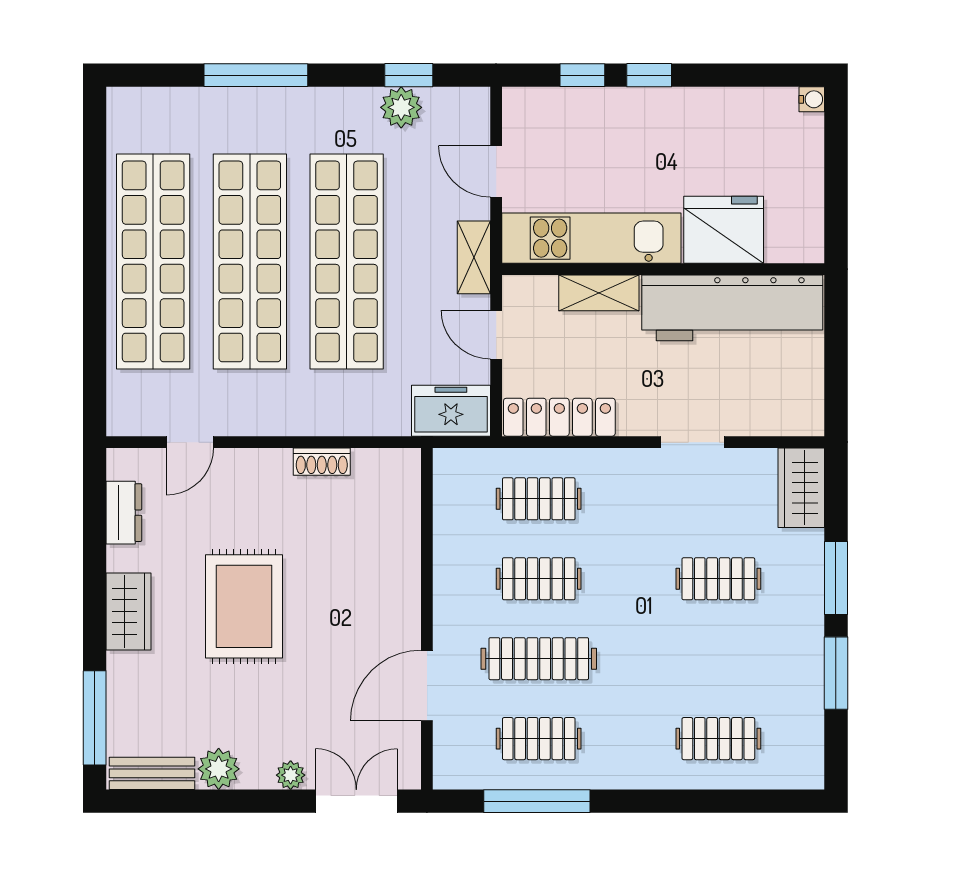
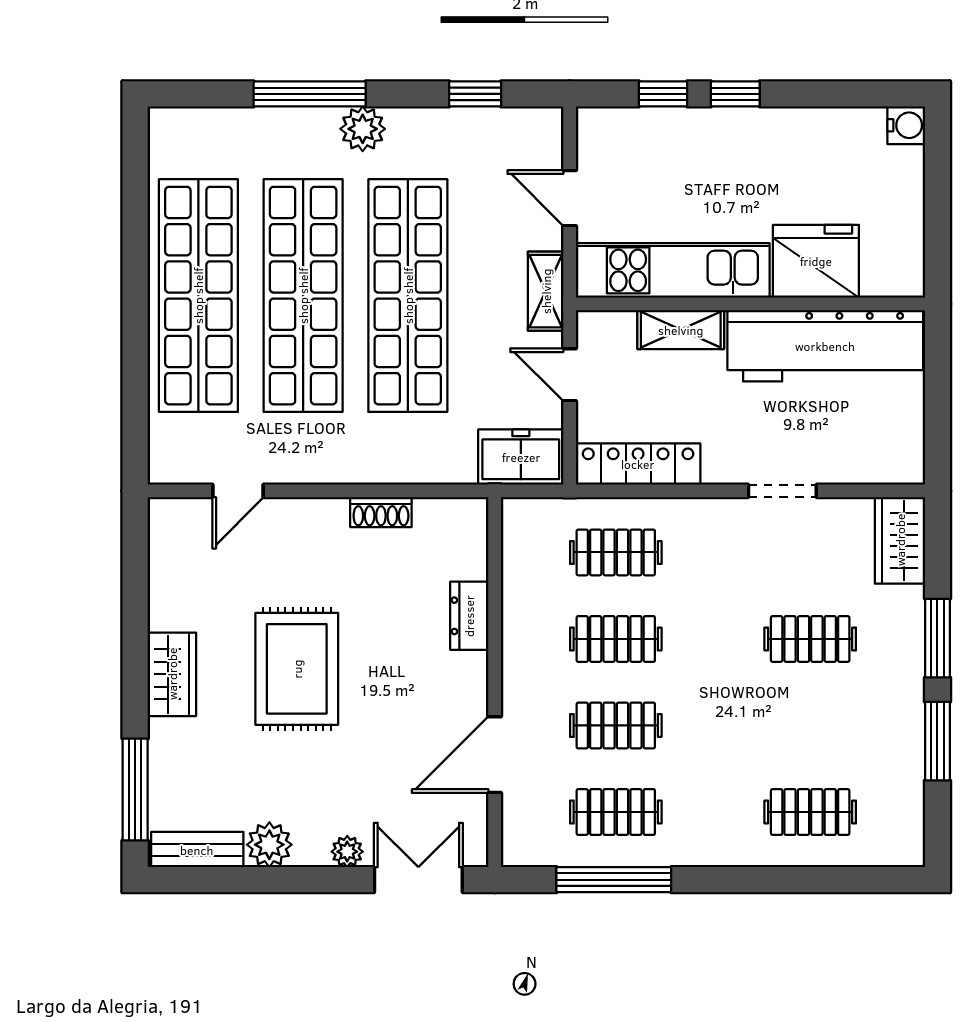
water cooler: (812, 99) -> (906, 125), width x1.38, depth x1.38
plant: (401, 107) -> (363, 129), moved
dresser: (124, 513) -> (469, 616), moved, turned 180
clothes rail: (539, 659) -> (616, 725), width x0.73

